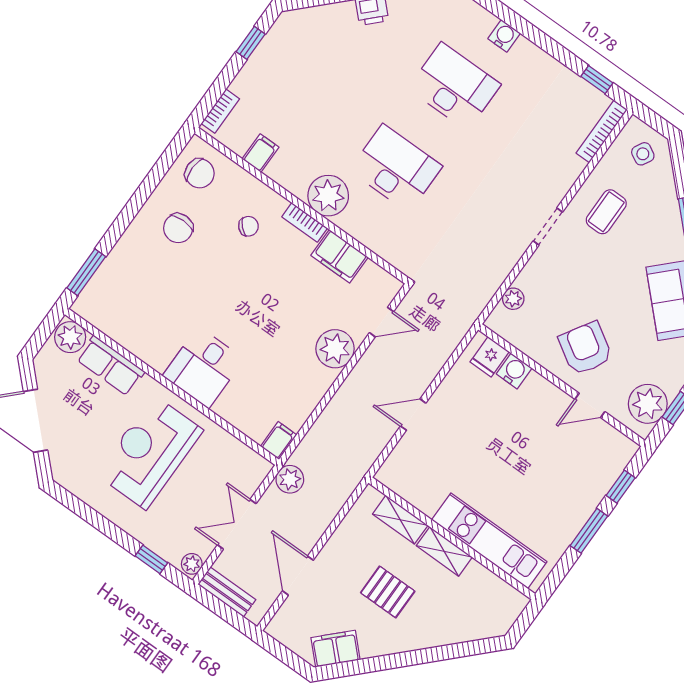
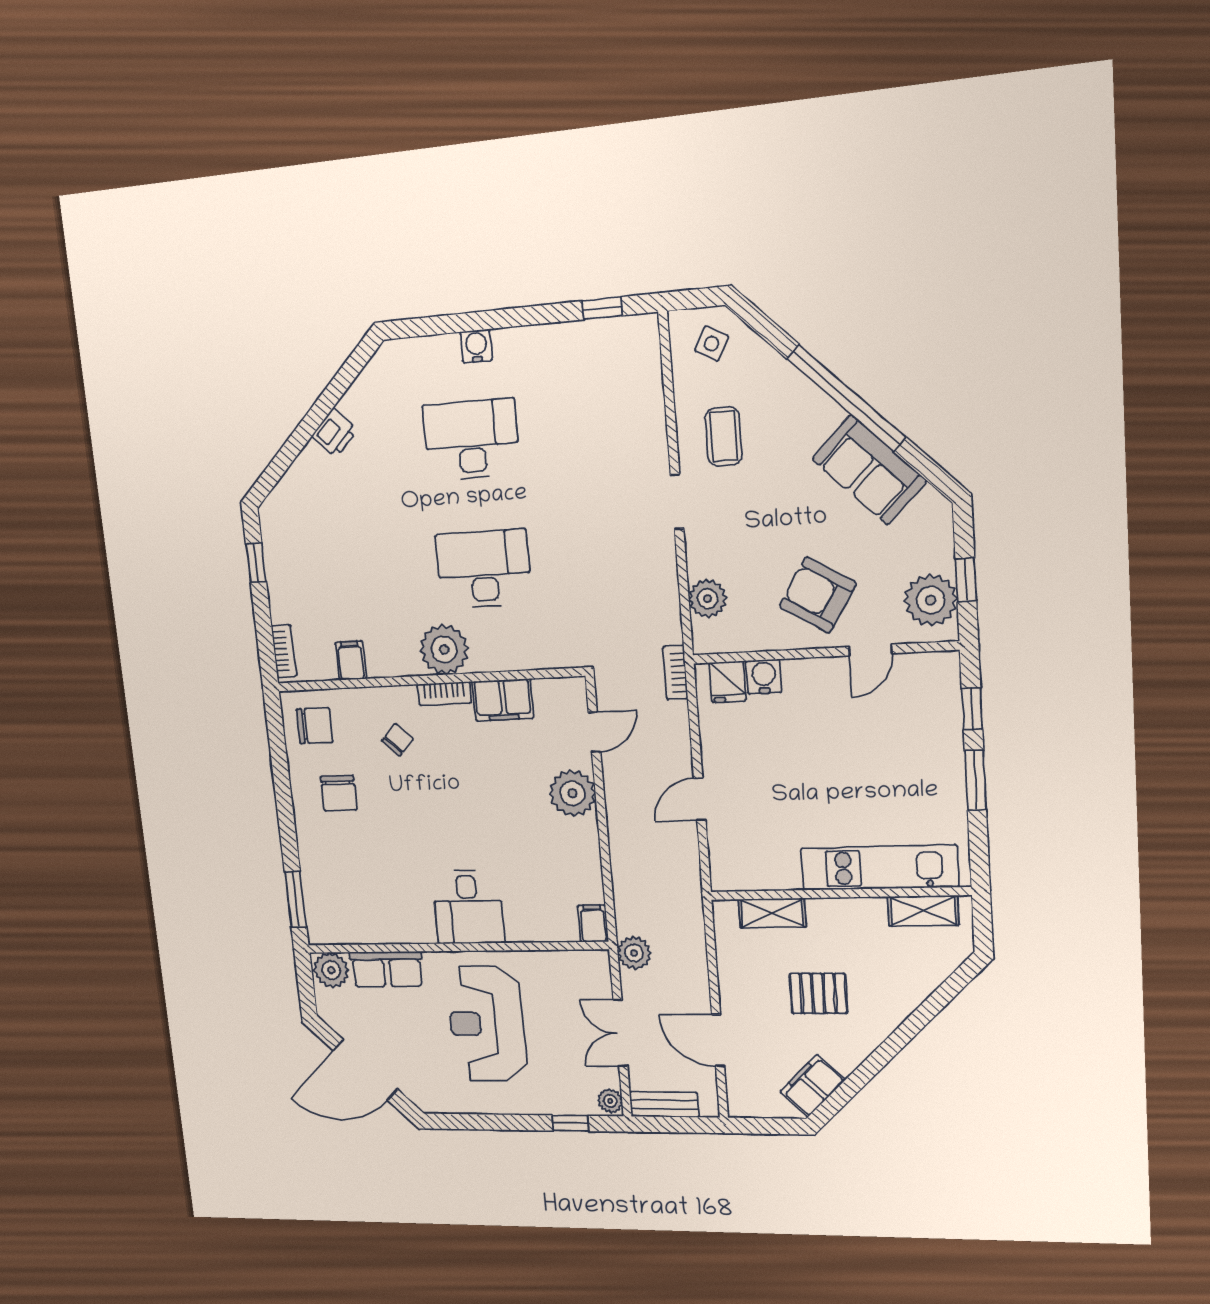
bookcase: (602, 131) -> (675, 672), moved, width x0.64
plant: (513, 299) -> (708, 599), width x1.38, depth x1.38
shelving: (444, 551) -> (923, 911), moved

